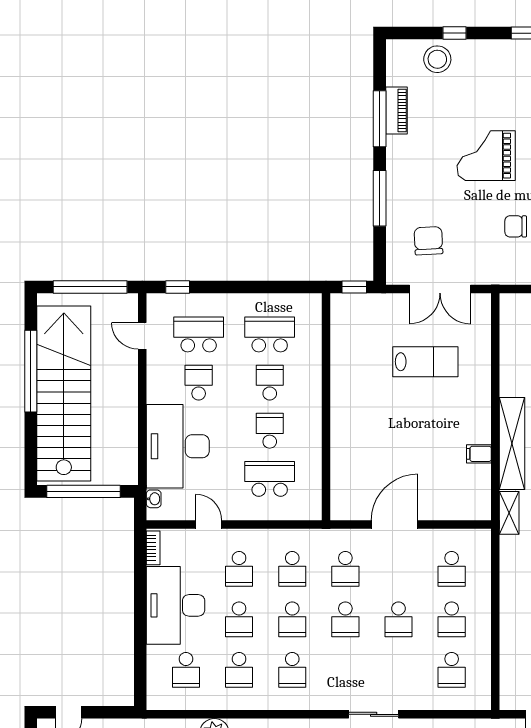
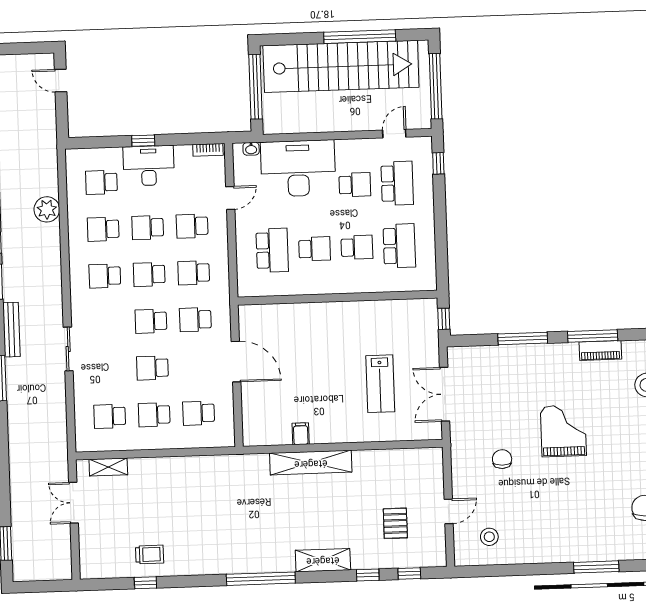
chair: (428, 241) -> (487, 383), removed
shelving: (509, 513) -> (108, 467), moved
desk: (176, 605) -> (149, 166), width x0.73, depth x0.77
window: (140, 621) -> (143, 141), added

